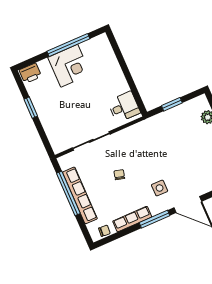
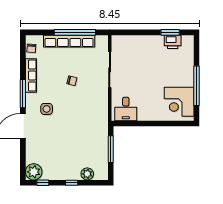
corner desk: (69, 66) -> (179, 102), moved
printer: (30, 73) -> (173, 42), moved, turned -90
window: (172, 104) -> (111, 149), width x1.44
window: (31, 108) -> (170, 32), moved

